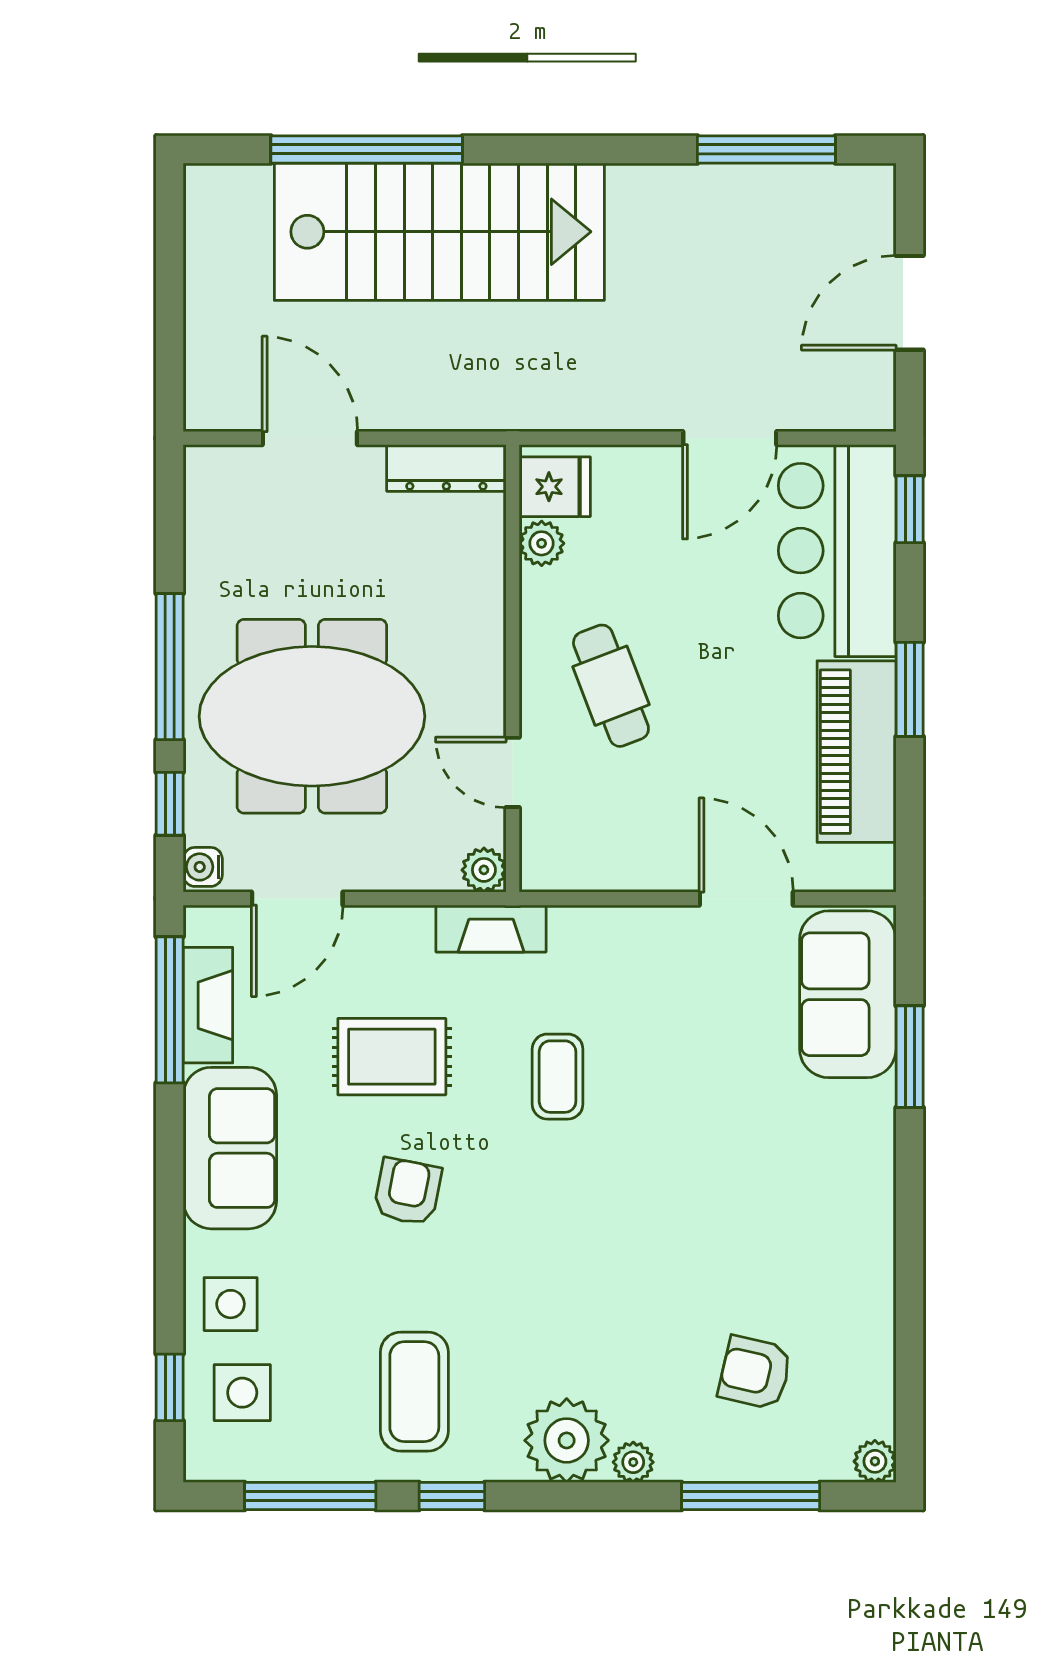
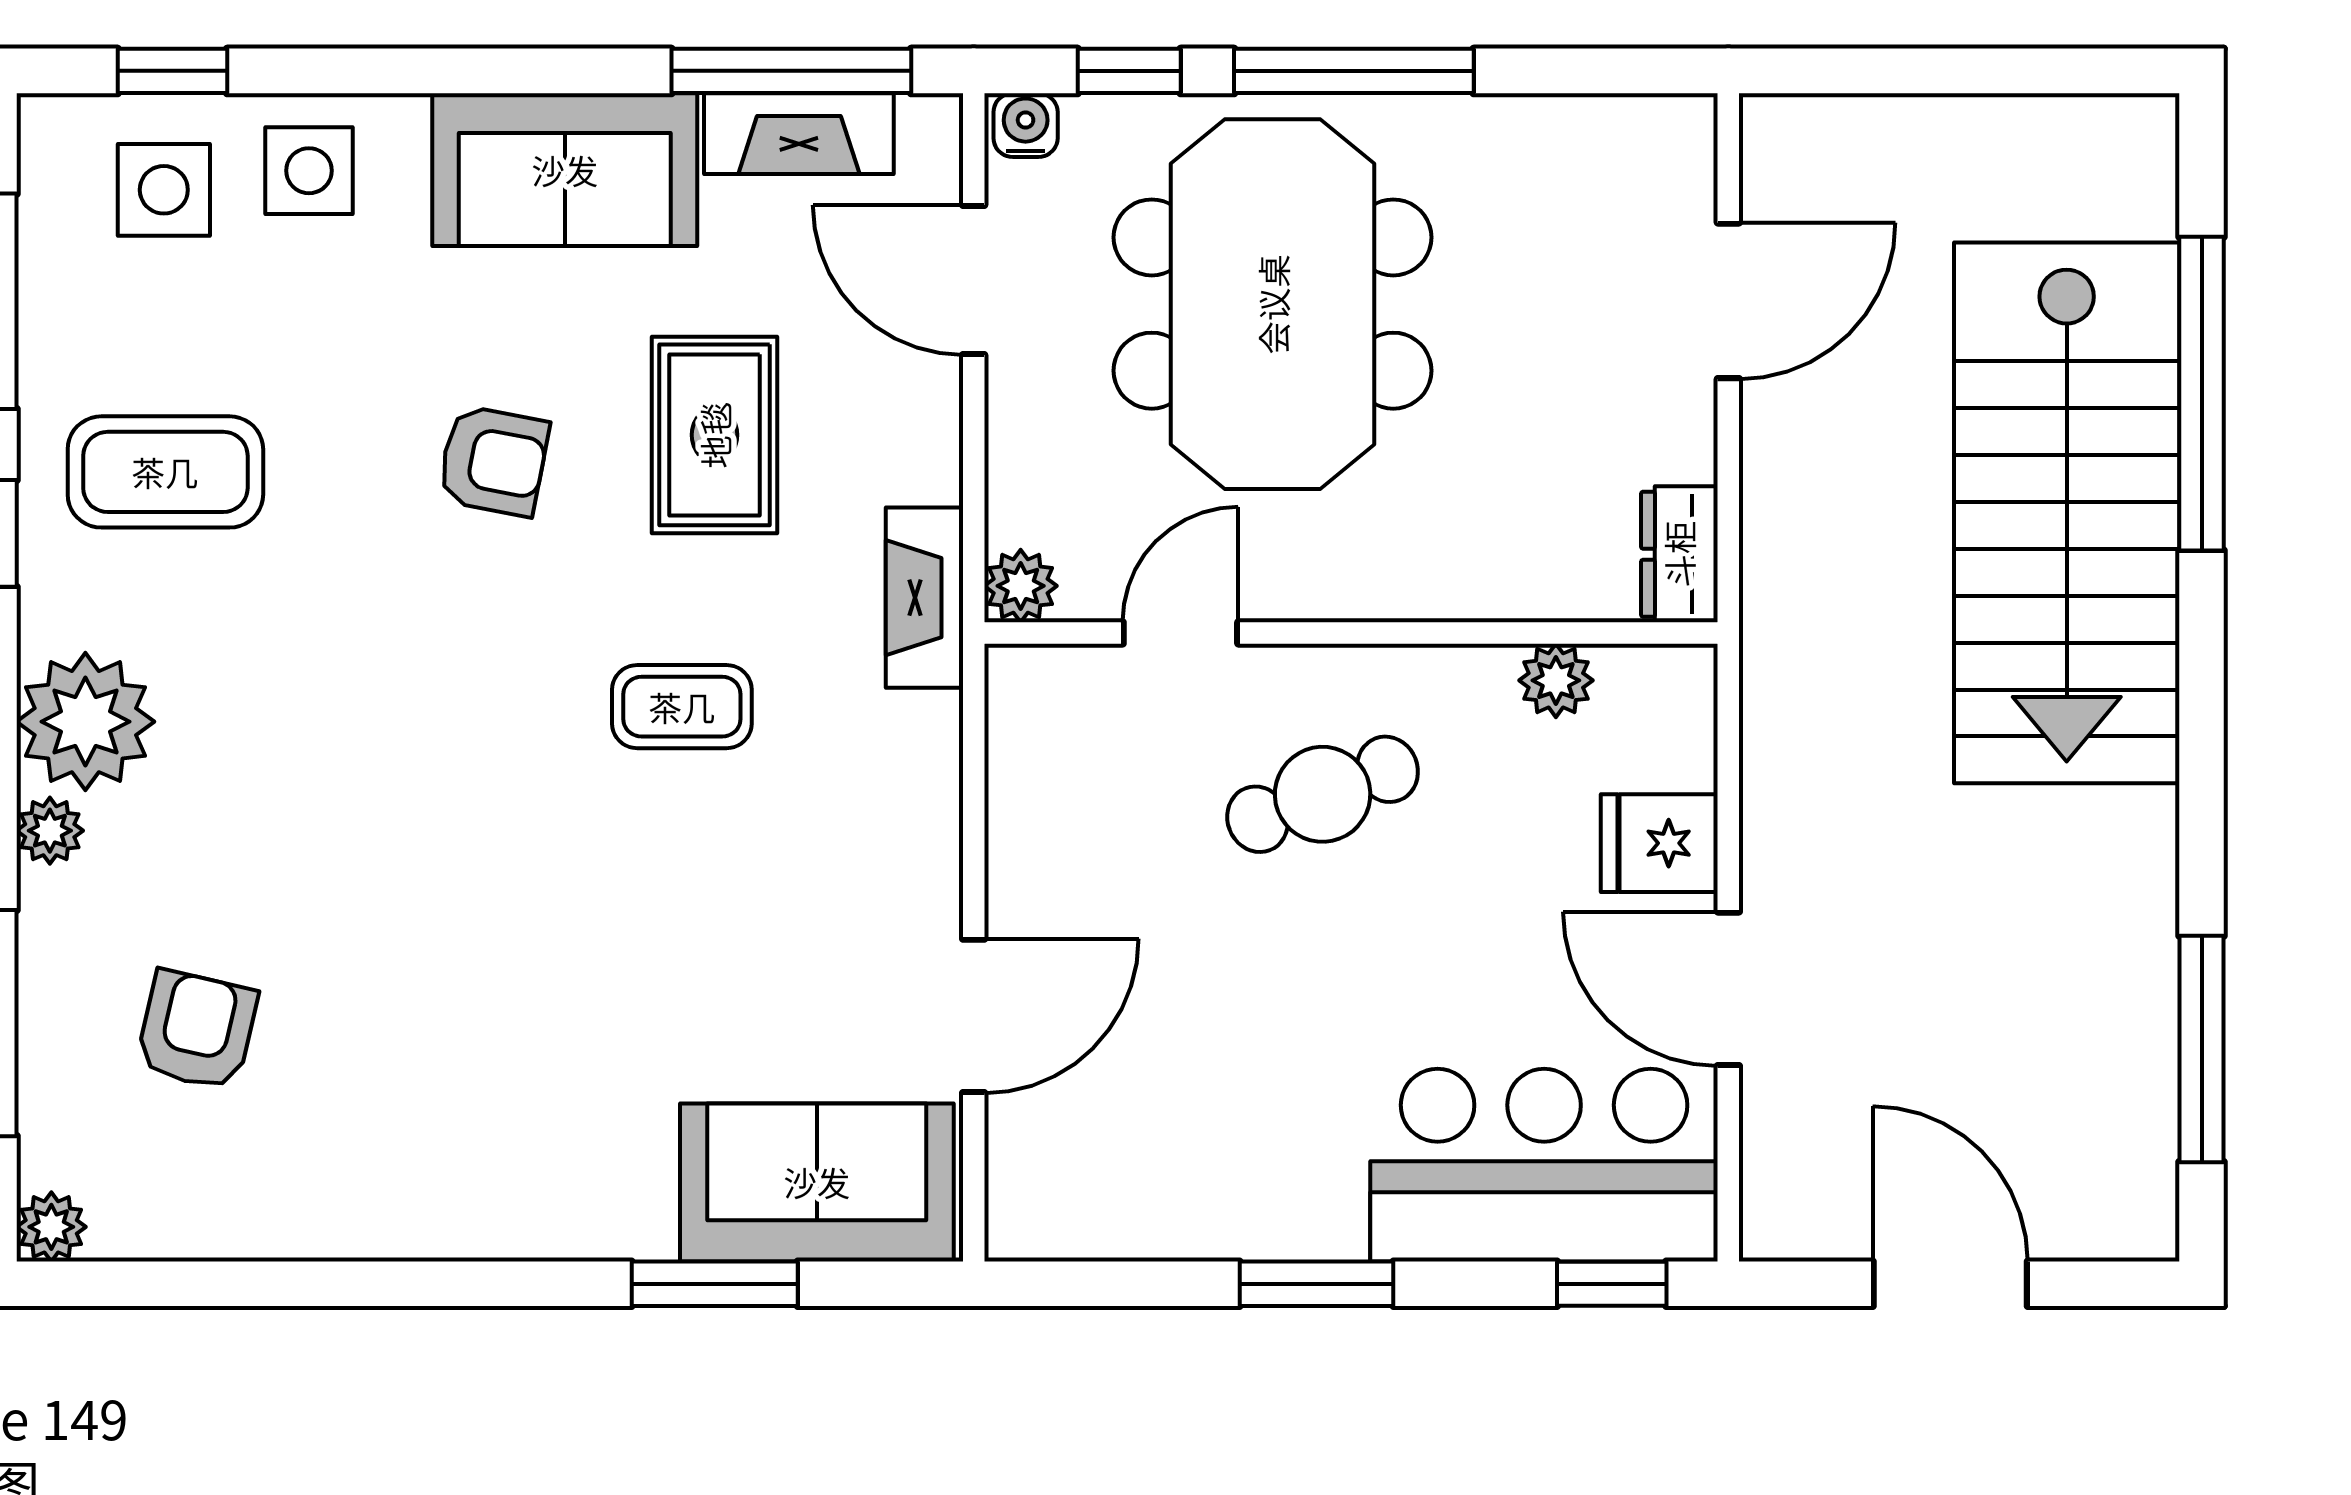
dresser: (446, 468) -> (1679, 554), width x0.70
fridge: (555, 487) -> (1659, 843), moved, turned 90
piano: (857, 752) -> (1215, 1197), removed

